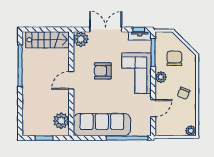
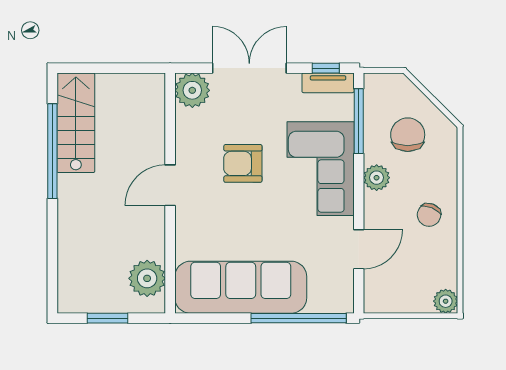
stairs: (48, 40) -> (76, 123), moved, turned -90

